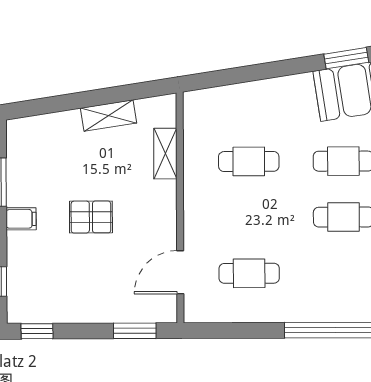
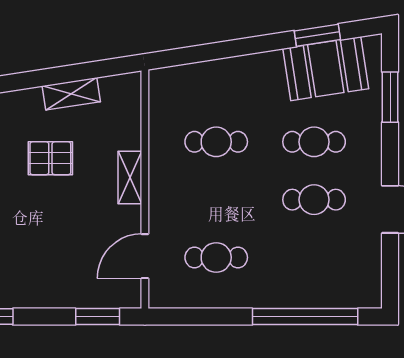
shelving: (165, 154) -> (130, 177), moved
pallet: (91, 217) -> (50, 158), moved

